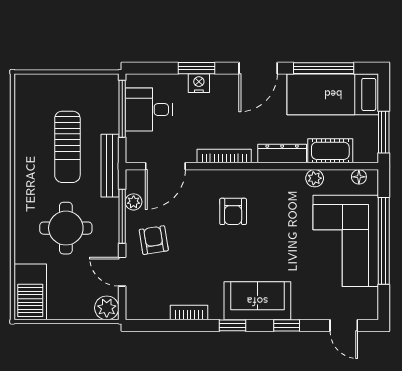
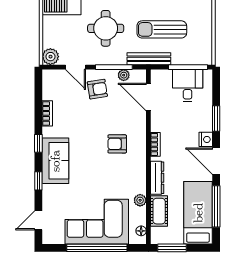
nightstand: (199, 83) -> (206, 139), moved
bookcase: (224, 156) -> (155, 144), width x0.64
door: (122, 272) -> (76, 67), swing flipped

